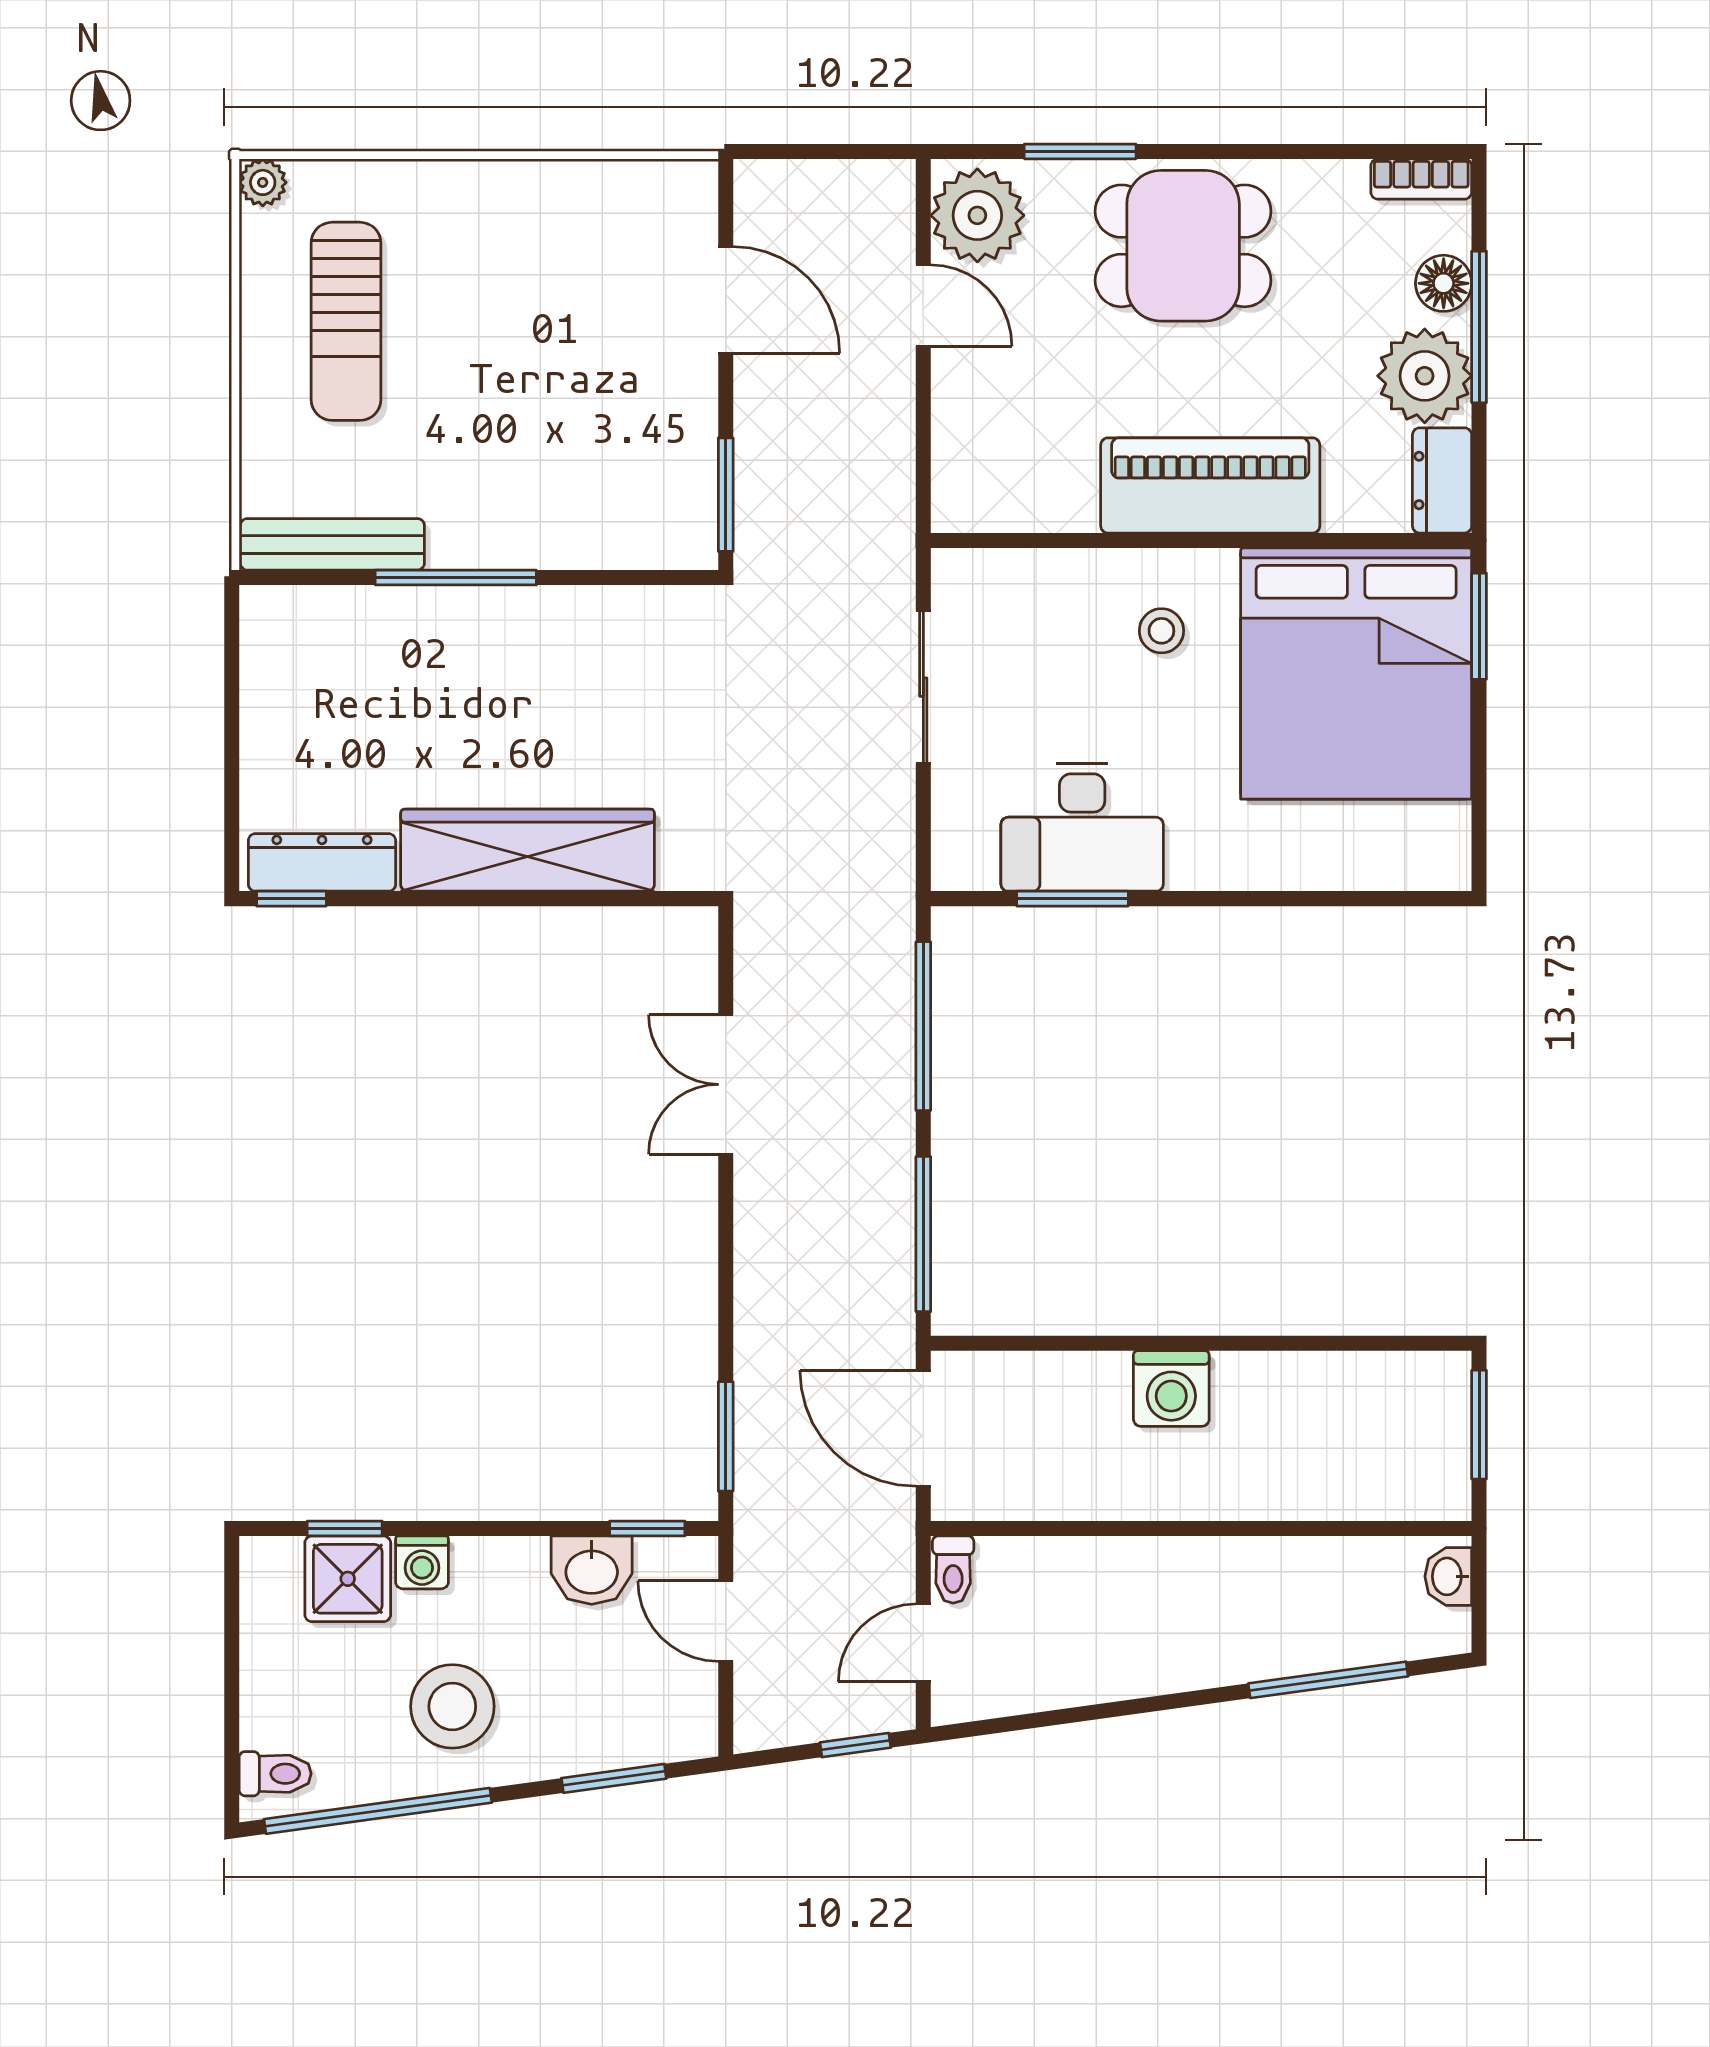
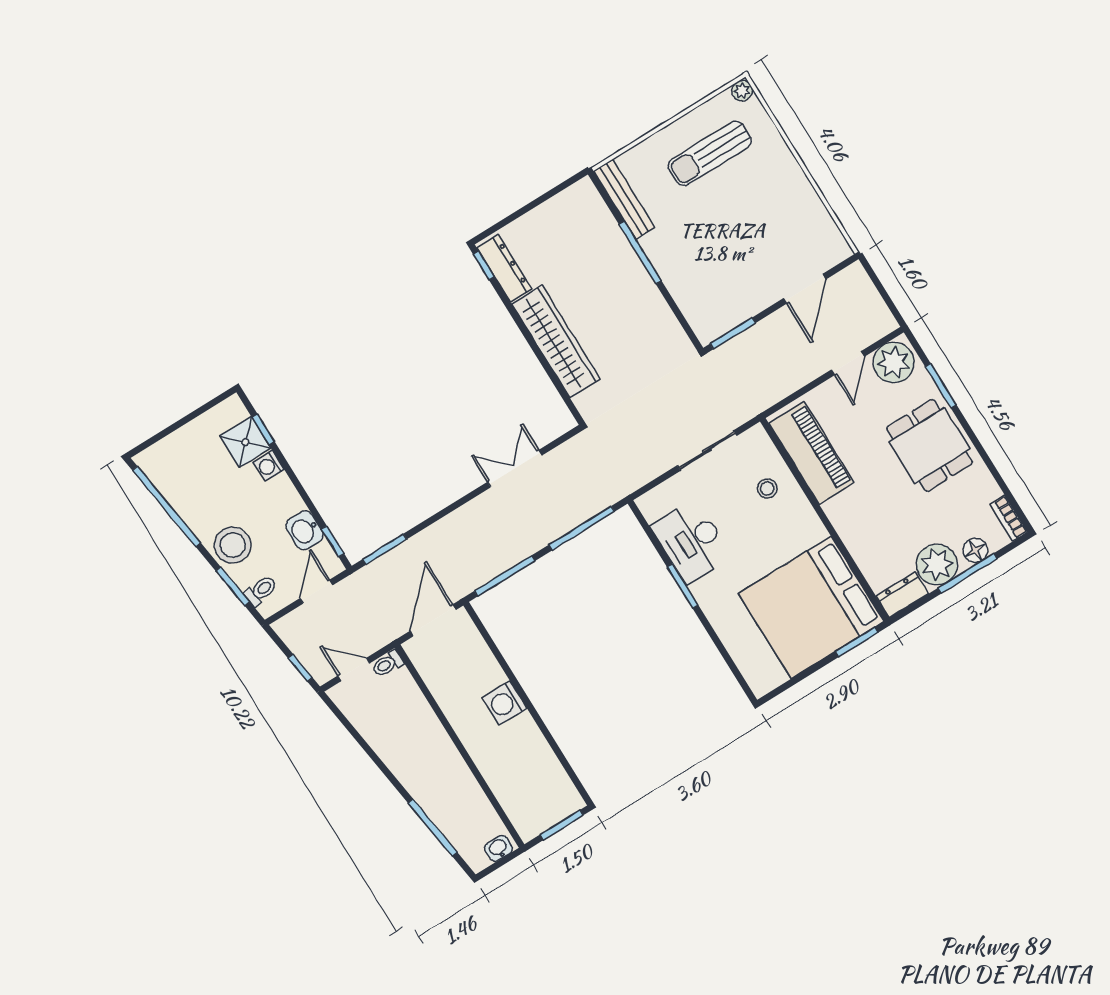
piano: (1210, 485) -> (812, 453), moved
stool: (1161, 631) -> (767, 488), moved
window: (1072, 899) -> (683, 586), moved
stool: (452, 1706) -> (233, 545), moved
toilet: (275, 1774) -> (261, 591), moved, turned -98

